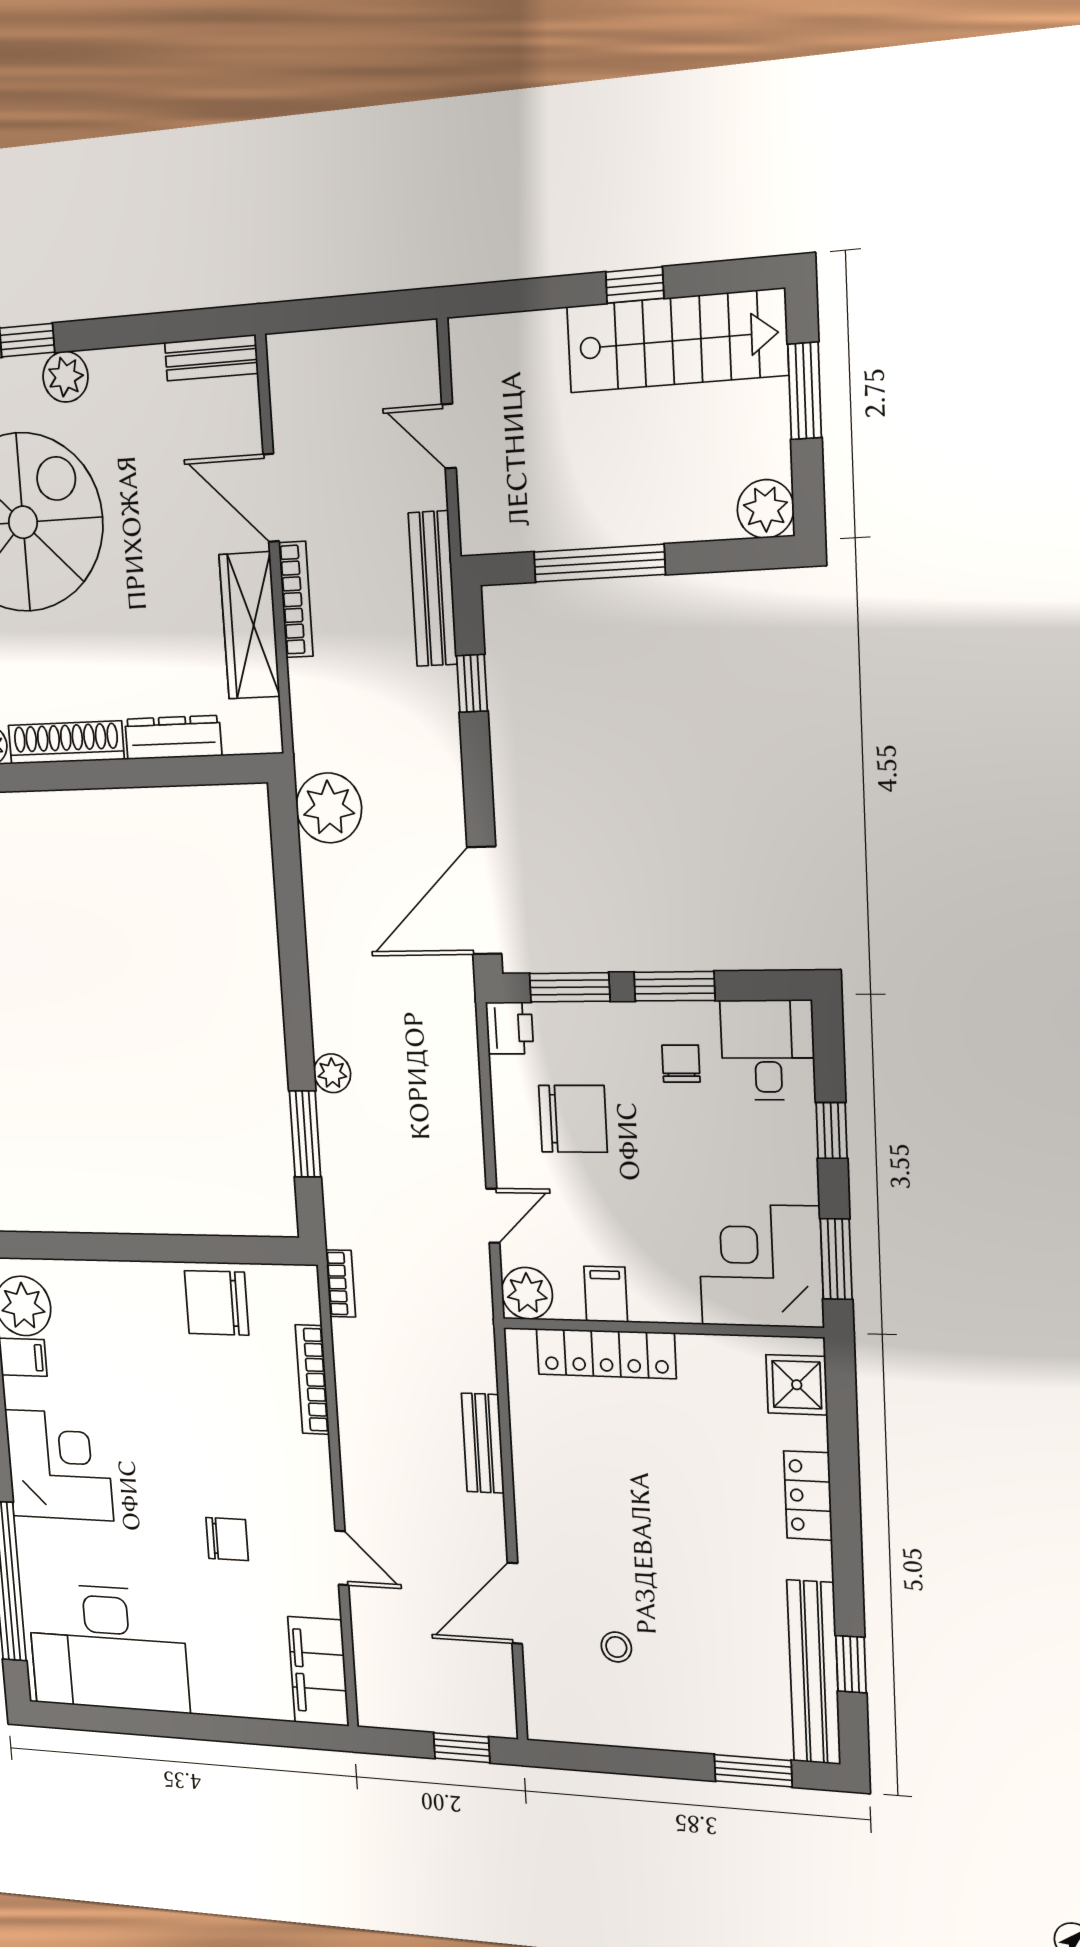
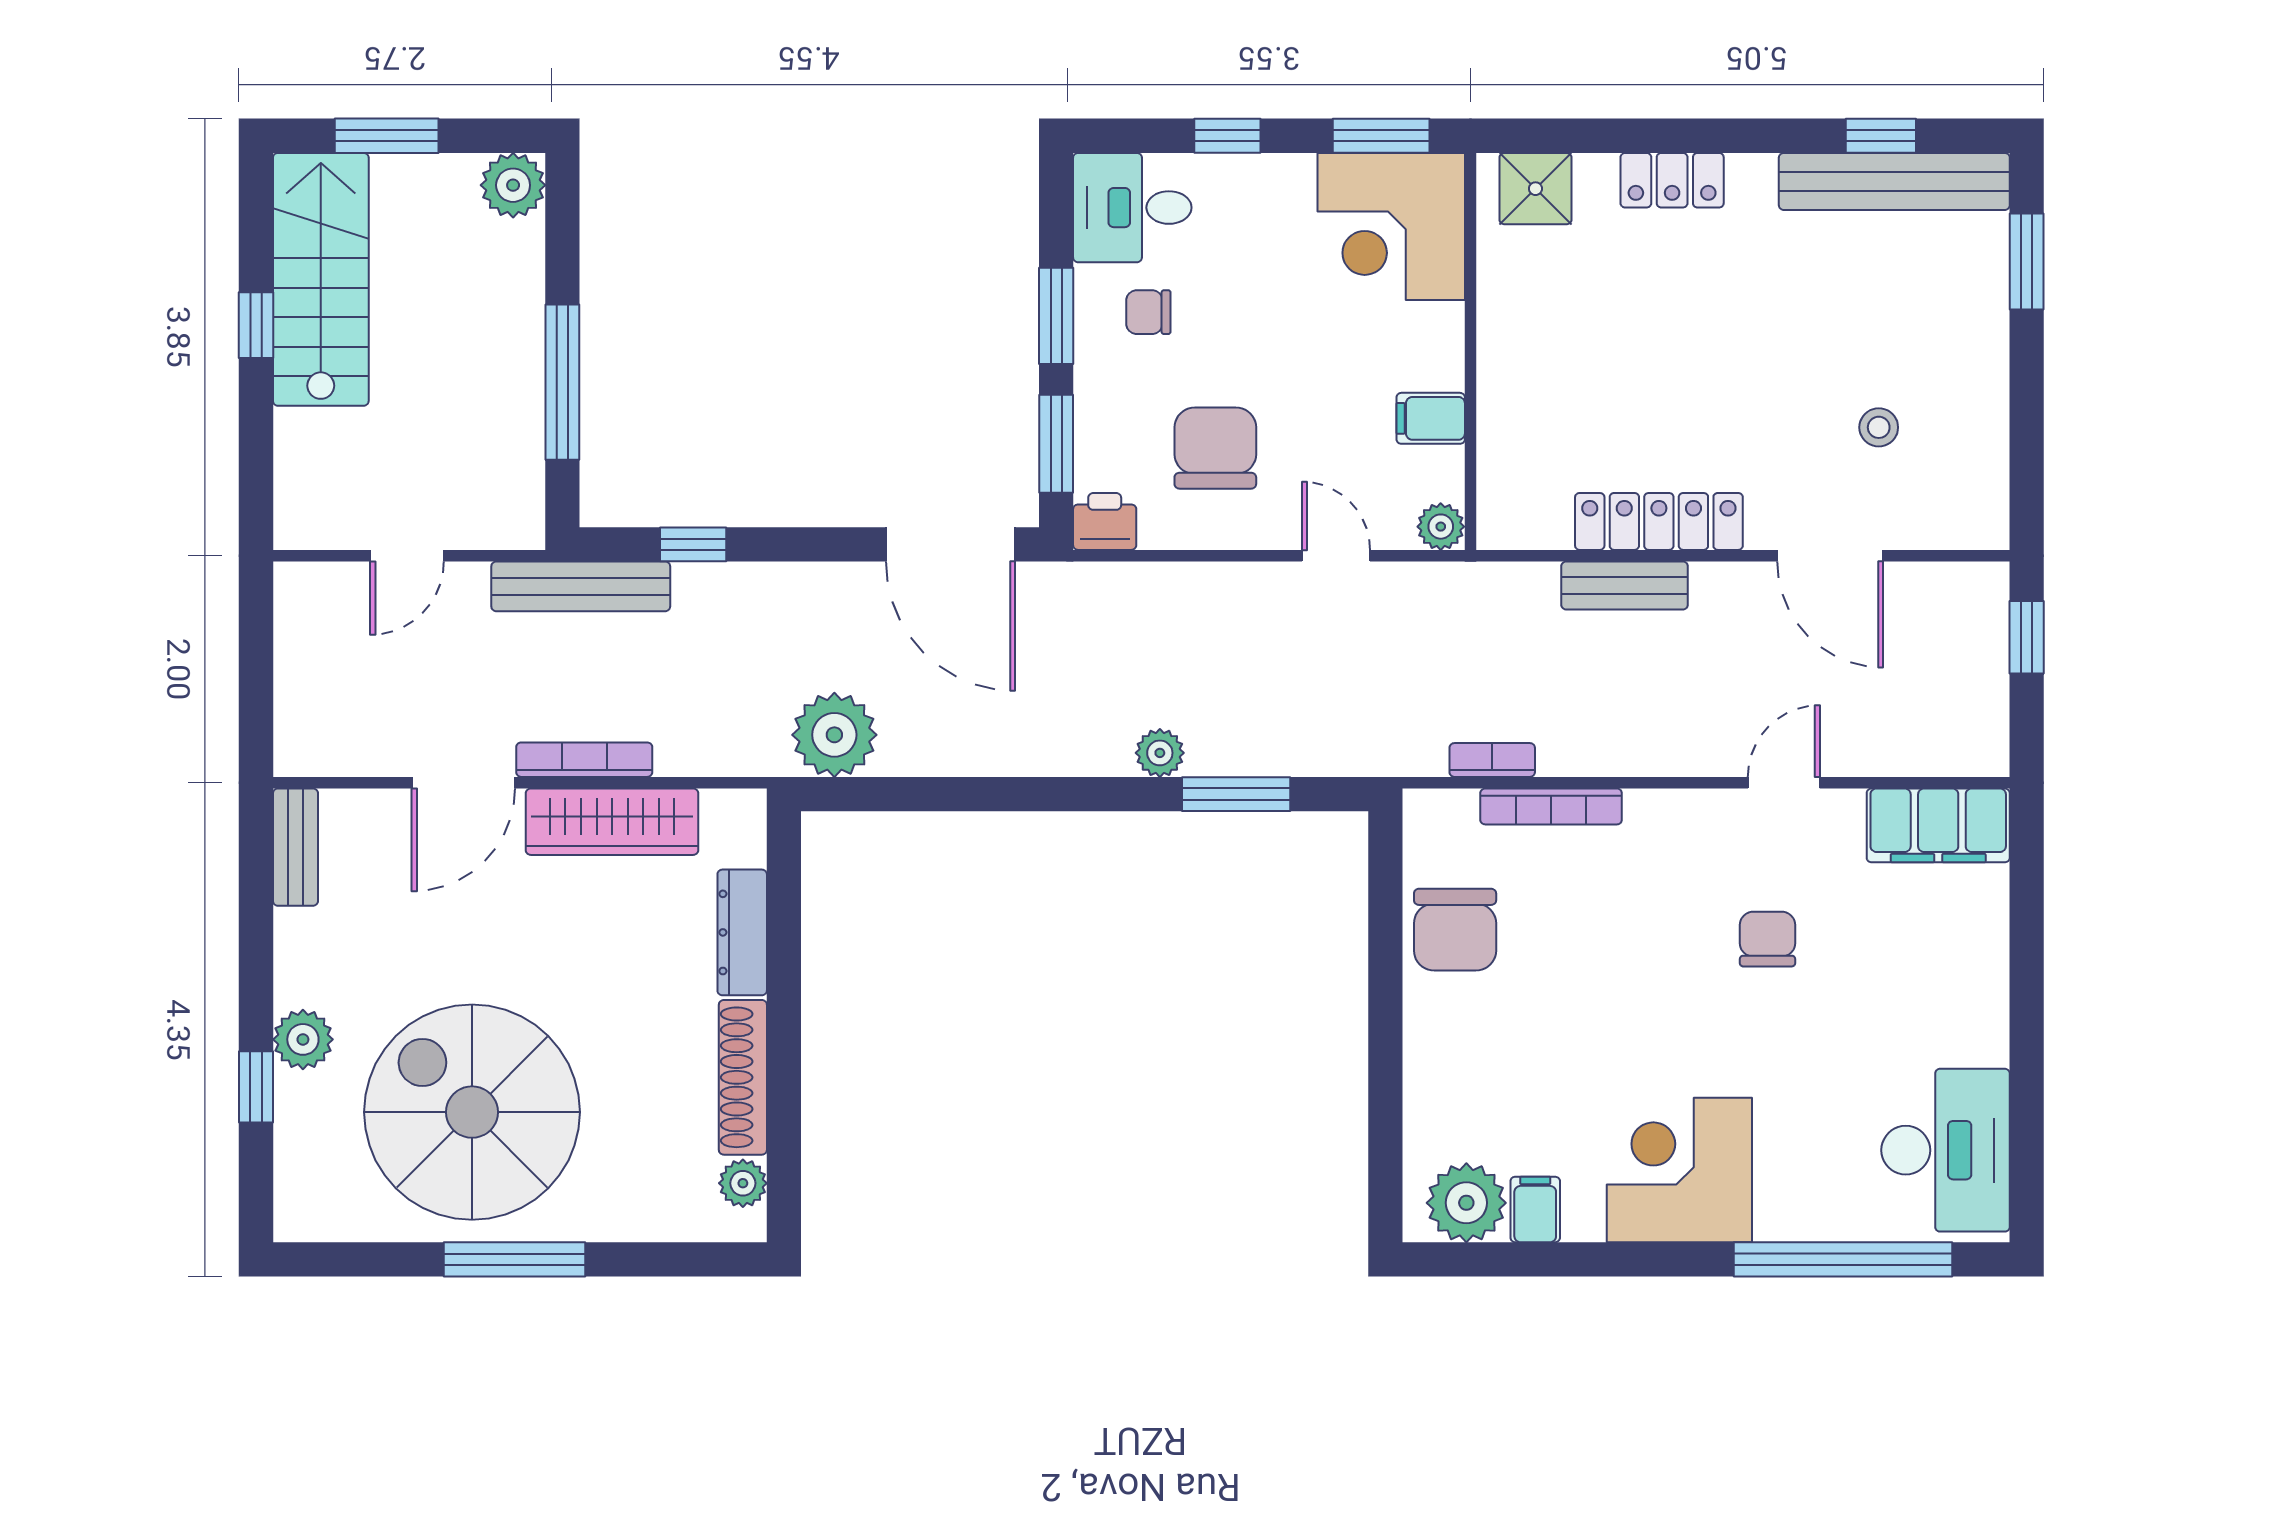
bookcase: (341, 1284) -> (1492, 760), moved
plant: (527, 1293) -> (1441, 527), width x0.73, depth x0.73
locker: (606, 1354) -> (1659, 521), moved, turned -90
desk: (108, 1648) -> (1946, 1150), width x0.73, depth x0.77

